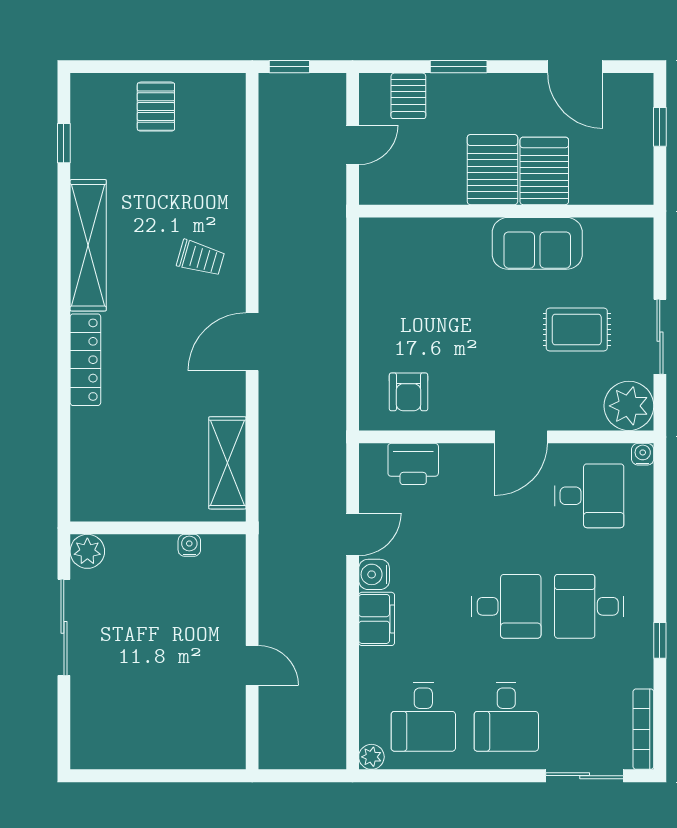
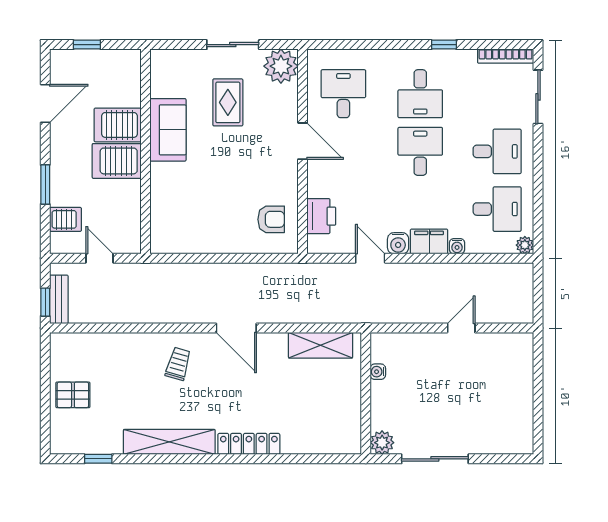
bench: (293, 86) -> (59, 299), added
water cooler: (643, 454) -> (457, 246), moved, turned -90

